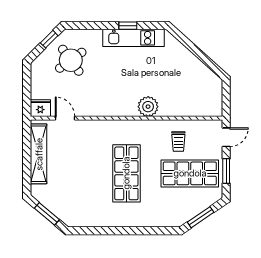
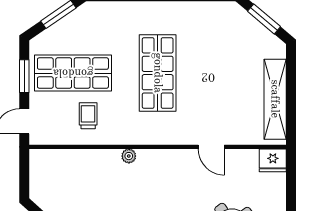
plant: (148, 107) -> (129, 156), width x0.53, depth x0.53
door: (65, 118) -> (211, 147), moved

